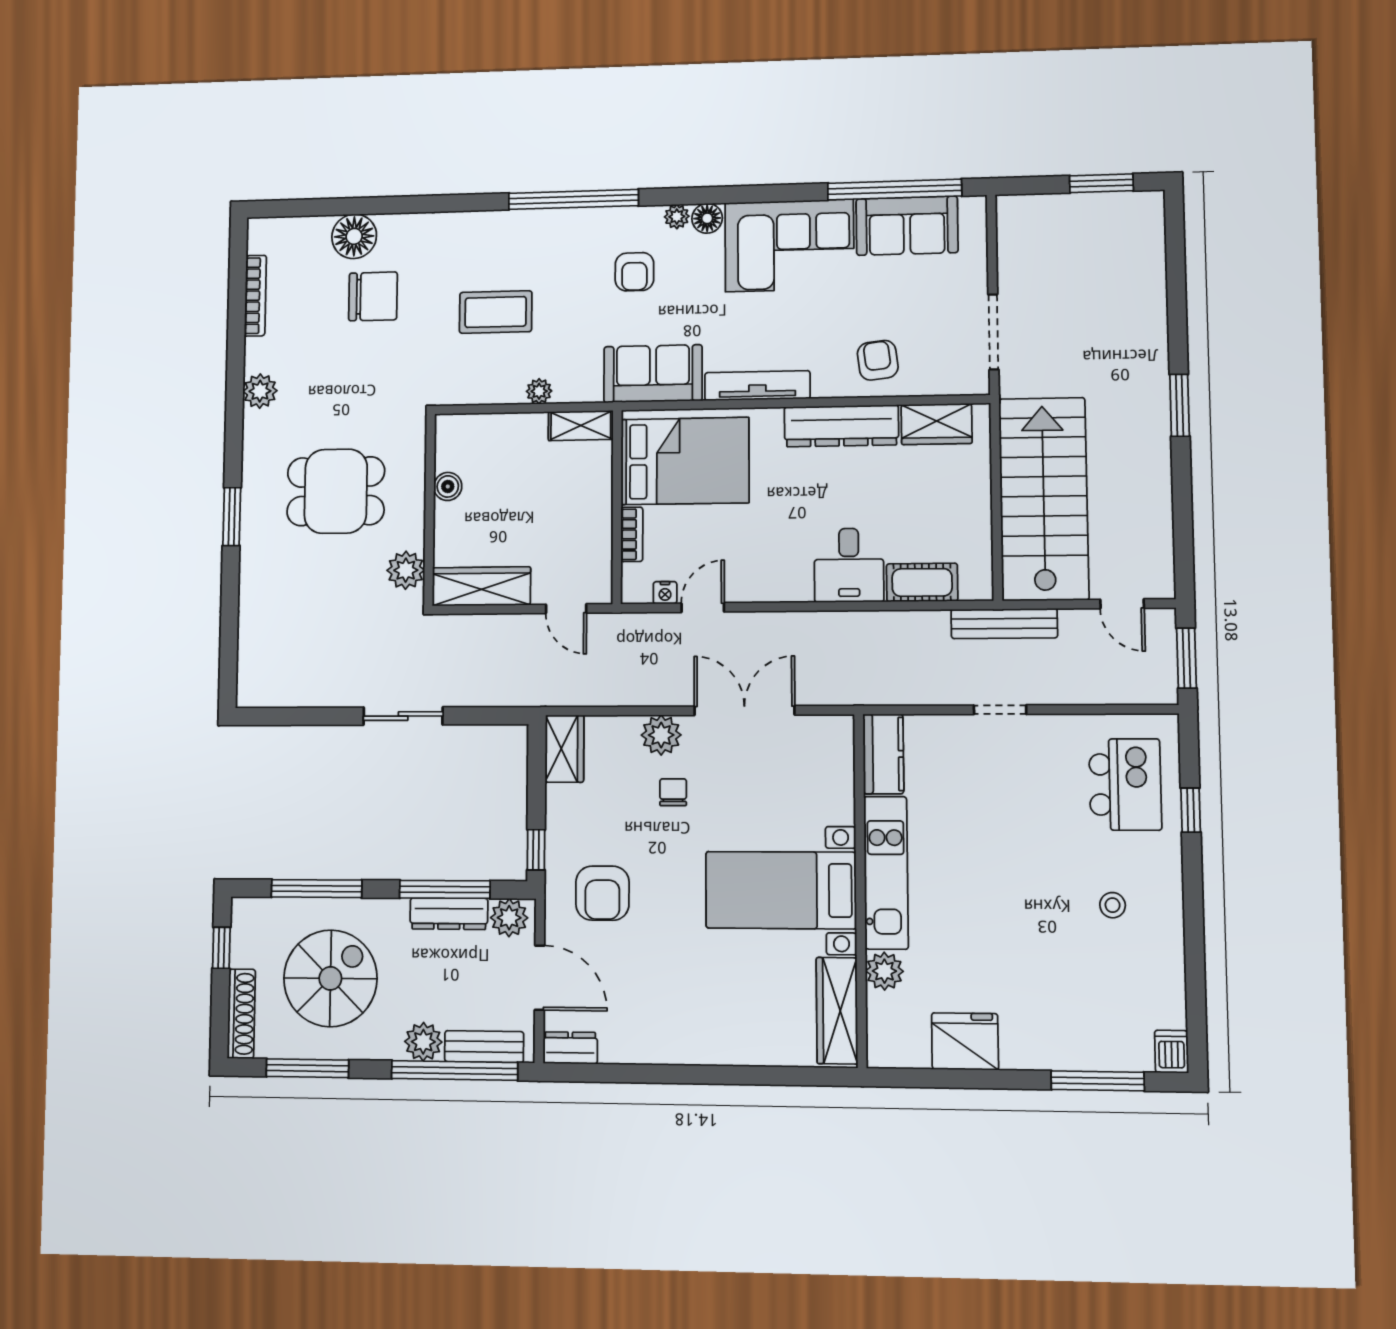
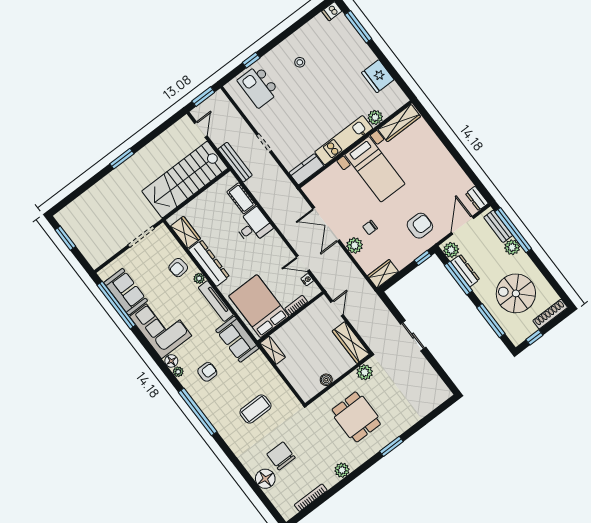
coffee table: (496, 312) -> (255, 409), turned 90
plant: (539, 391) -> (199, 278), moved
kitchen island: (1125, 784) -> (258, 86), turned -90
window: (307, 1068) -> (550, 279), removed

